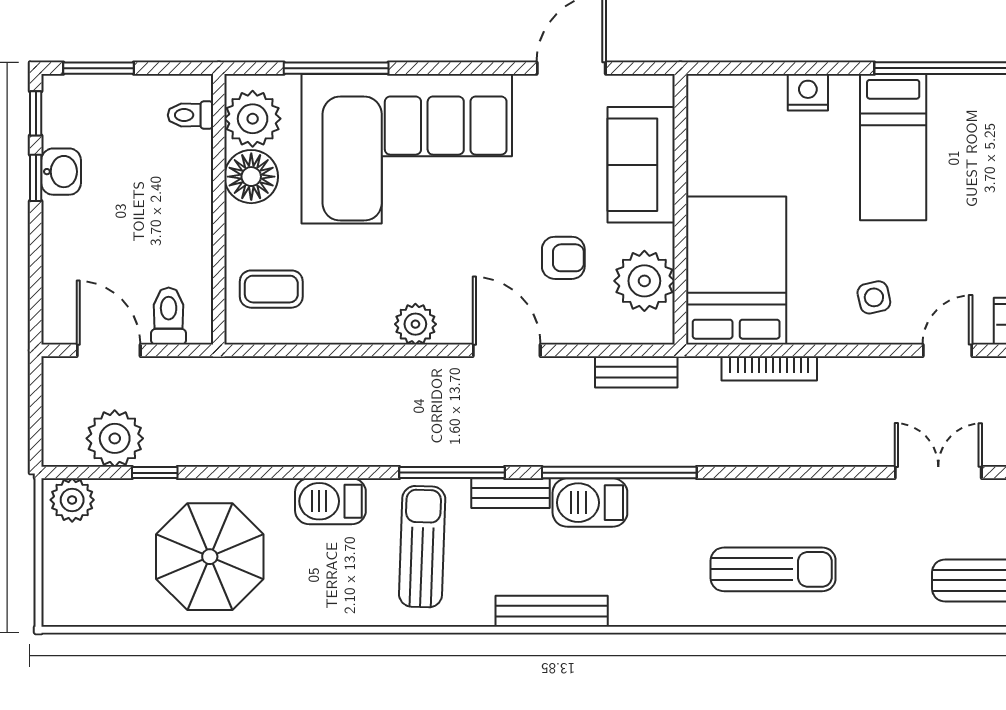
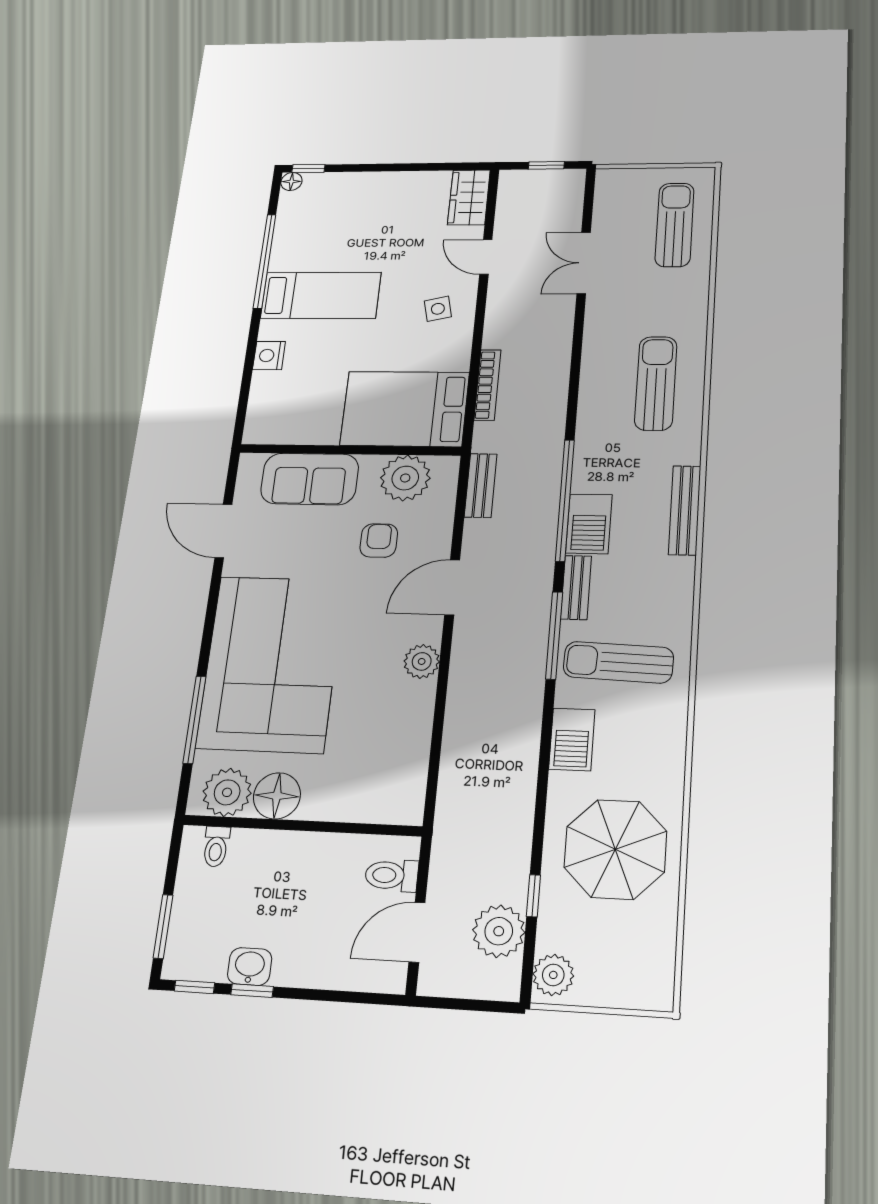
coffee table: (271, 289) -> (378, 783), removed
bench: (552, 611) -> (685, 510), moved

